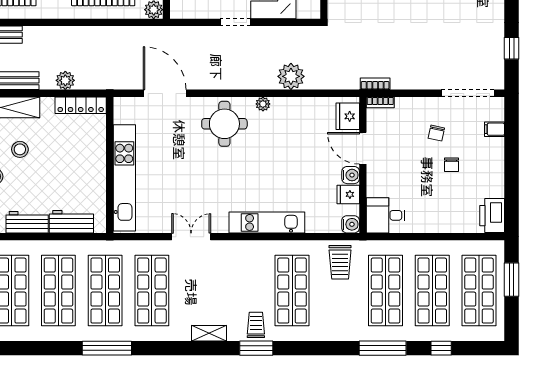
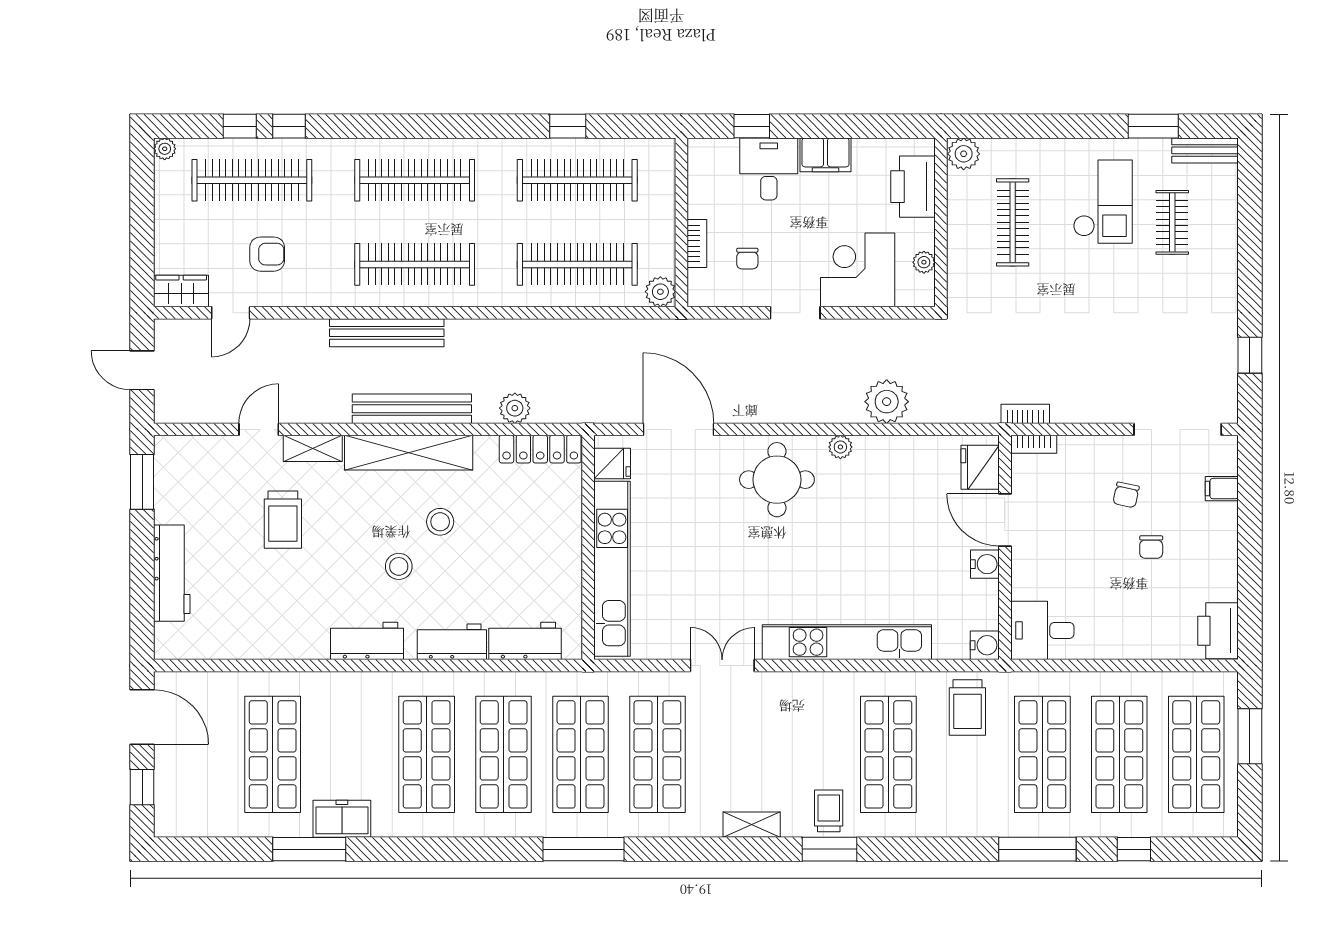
fridge: (348, 194) -> (612, 463), moved, turned 180
kitchen unit: (267, 222) -> (847, 642), width x1.36

